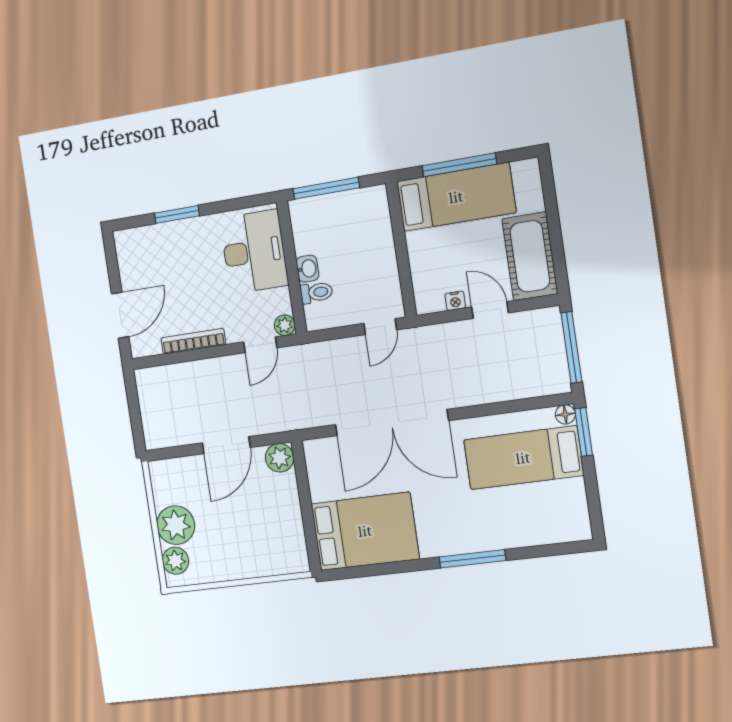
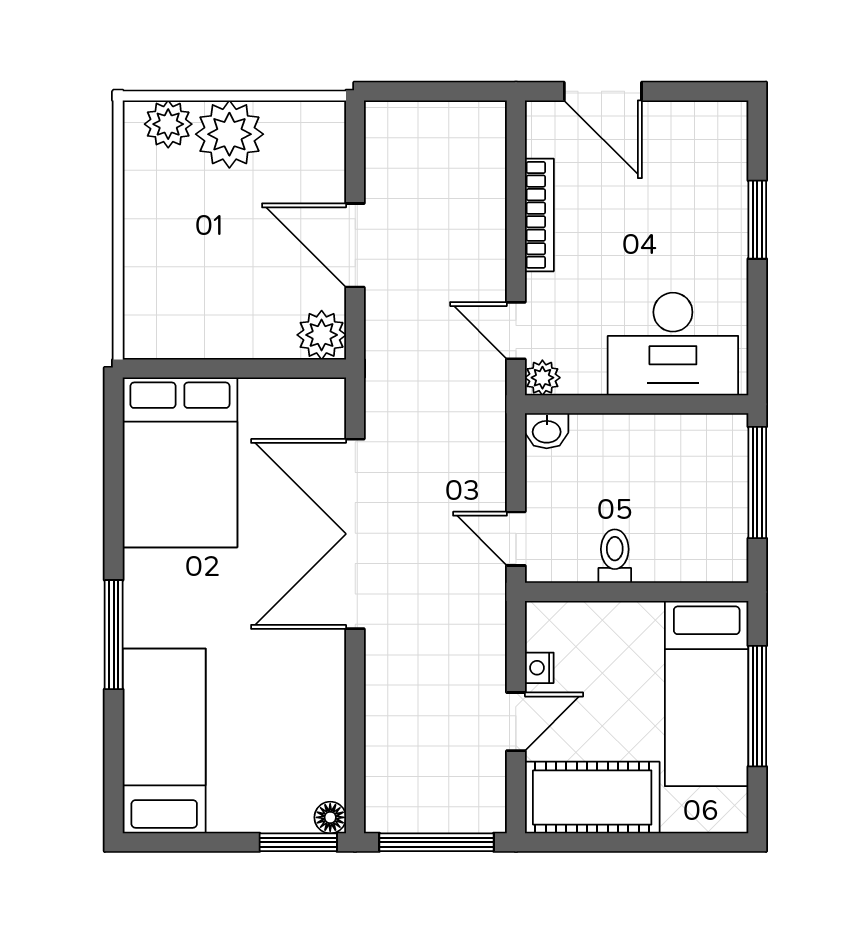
washbasin: (307, 269) -> (547, 431), moved
toilet: (316, 292) -> (615, 556), moved, turned 180
bed: (523, 458) -> (164, 741), moved

